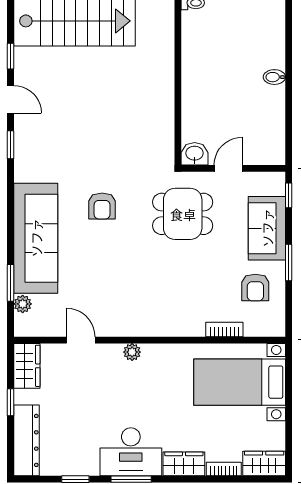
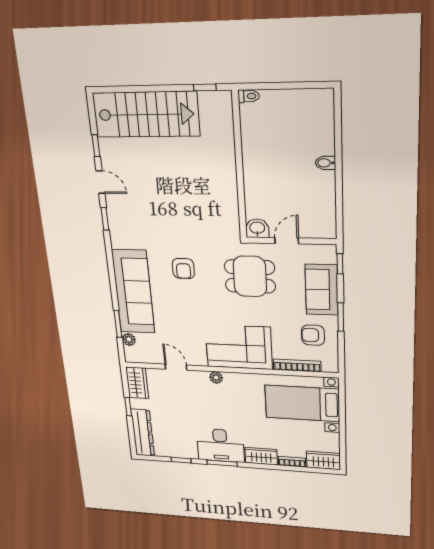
armchair: (255, 287) -> (313, 335), turned 90
corner sofa: (164, 308) -> (239, 347), added
bookcase: (224, 329) -> (297, 365), width x1.56

